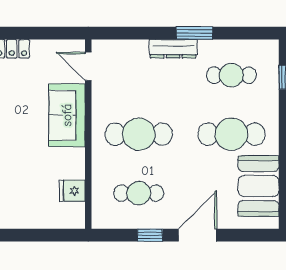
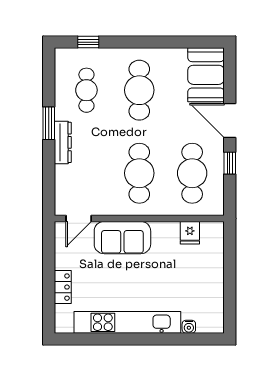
booth: (259, 186) -> (206, 75), moved, turned 90
cafe table: (139, 193) -> (192, 173), width x1.37, depth x1.35

